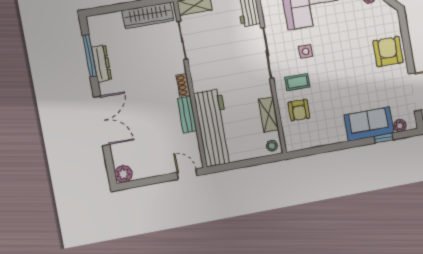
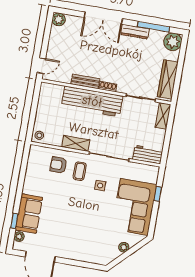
plant: (99, 26) -> (173, 42), added
armchair: (388, 52) -> (78, 247), removed
dresser: (101, 63) -> (135, 32), moved
shelving: (269, 115) -> (76, 143), moved
workbench: (214, 128) -> (92, 101), moved

